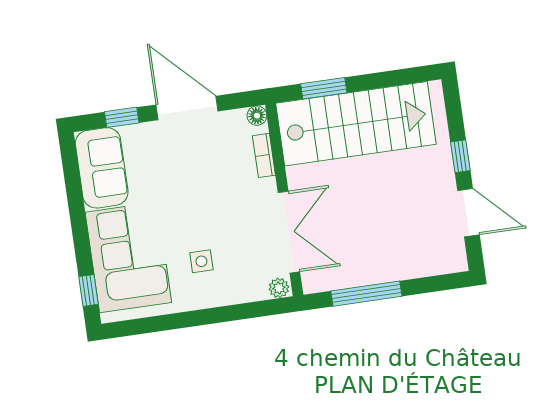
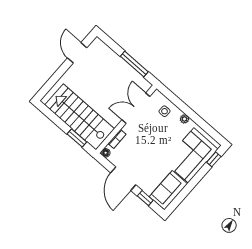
window: (460, 156) -> (60, 72), removed
side table: (201, 261) -> (164, 111), moved
plant: (279, 288) -> (184, 119), moved

